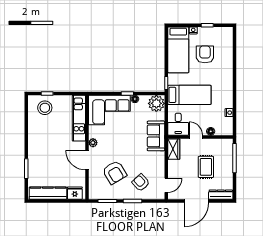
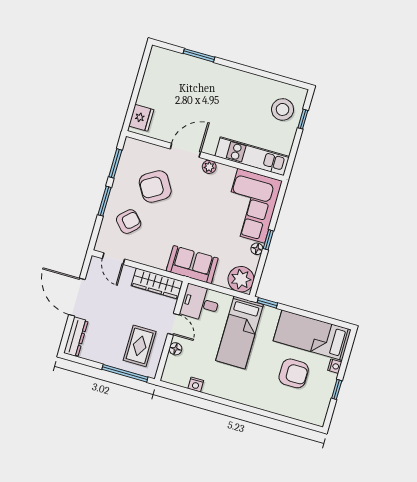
door: (196, 137) -> (173, 324), hinge flipped
wardrobe: (174, 149) -> (157, 283), width x1.50
rug: (206, 167) -> (140, 346), moved, turned 90
kitchen counter: (48, 193) -> (153, 77), removed

